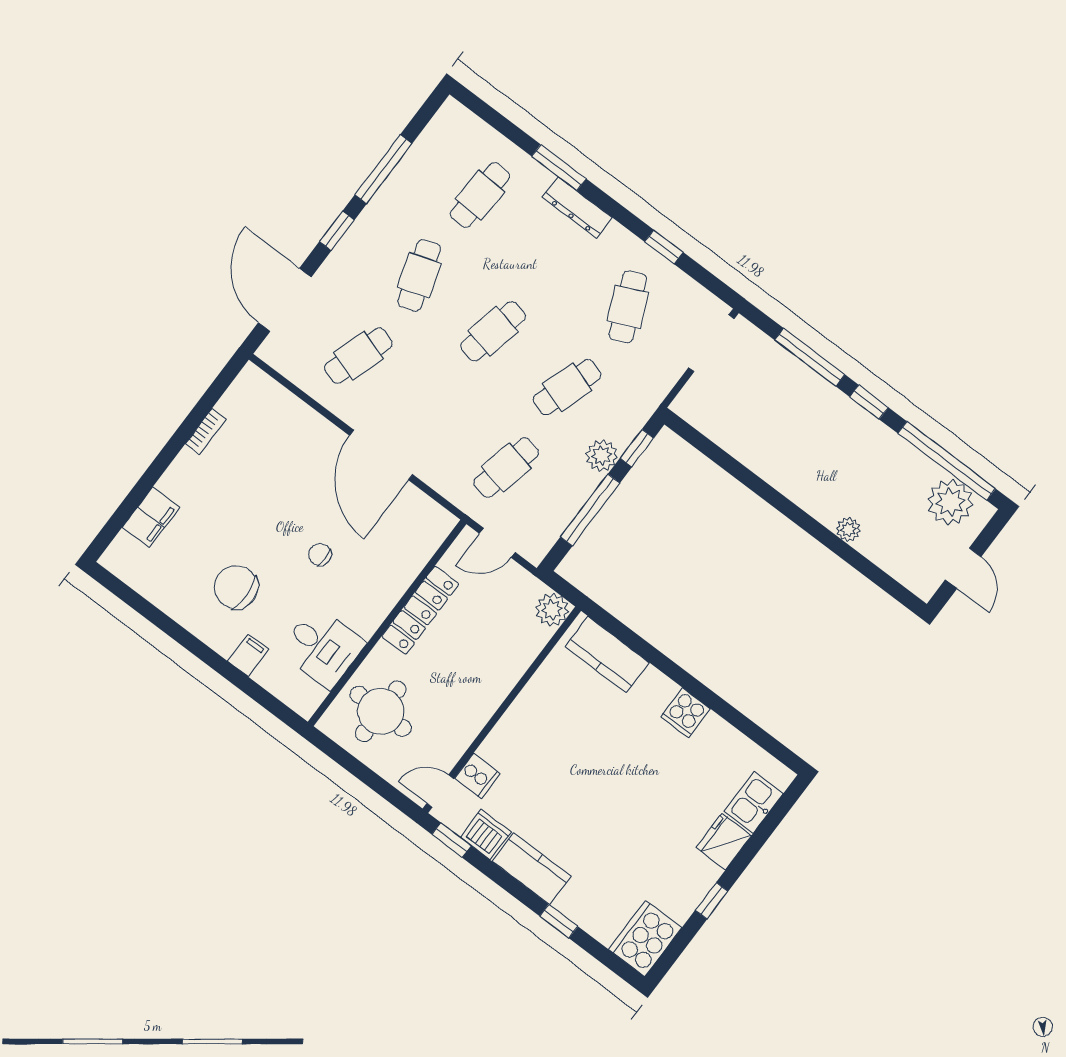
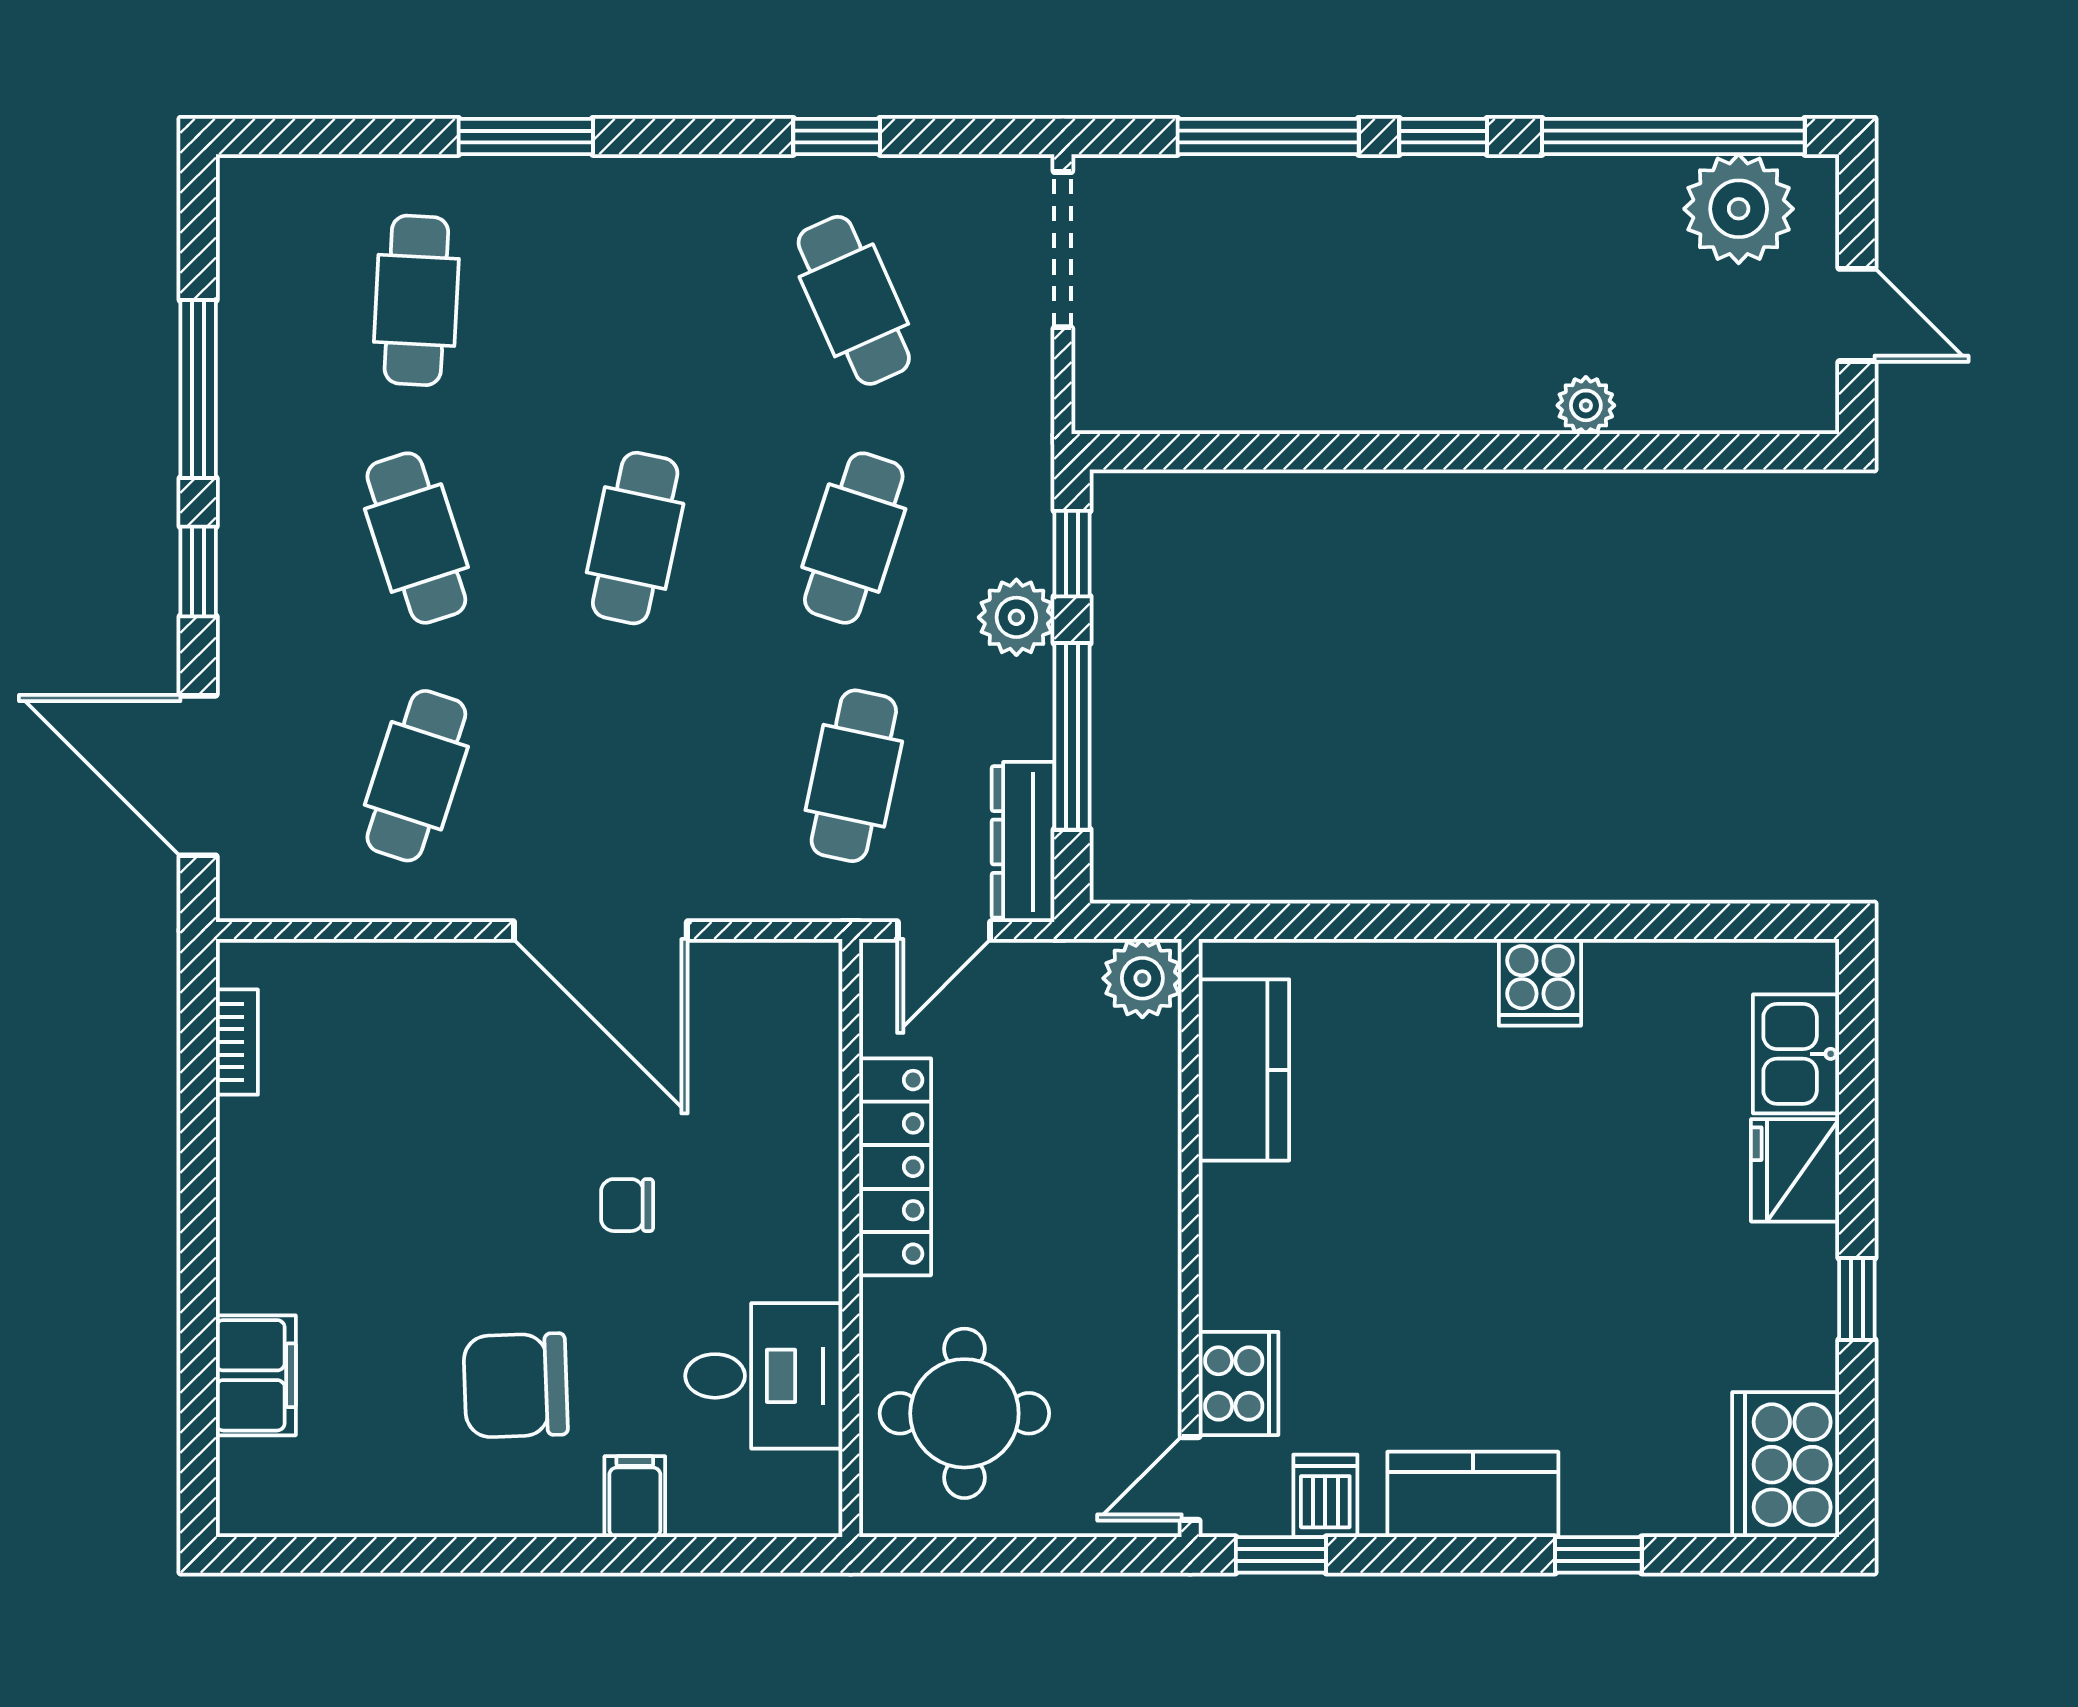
dresser: (577, 208) -> (1023, 842), moved, turned 90
bookcase: (206, 431) -> (237, 1042), moved
kitchen counter: (607, 655) -> (1244, 1070), moved, turned -90
cooker: (477, 776) -> (1239, 1383), width x1.36
dishwasher: (486, 835) -> (1325, 1496), width x0.73

